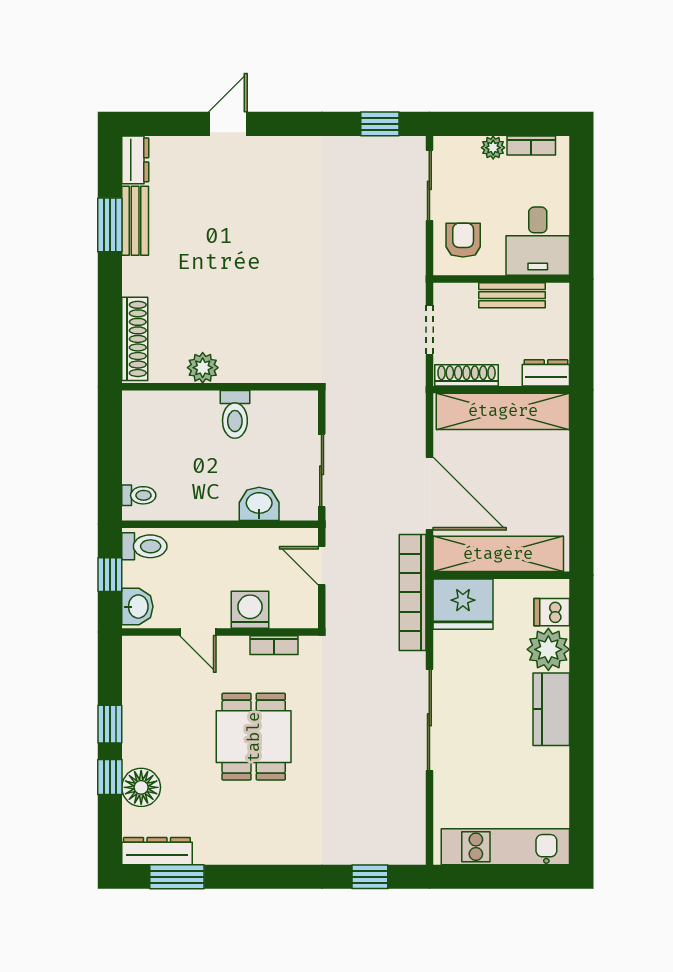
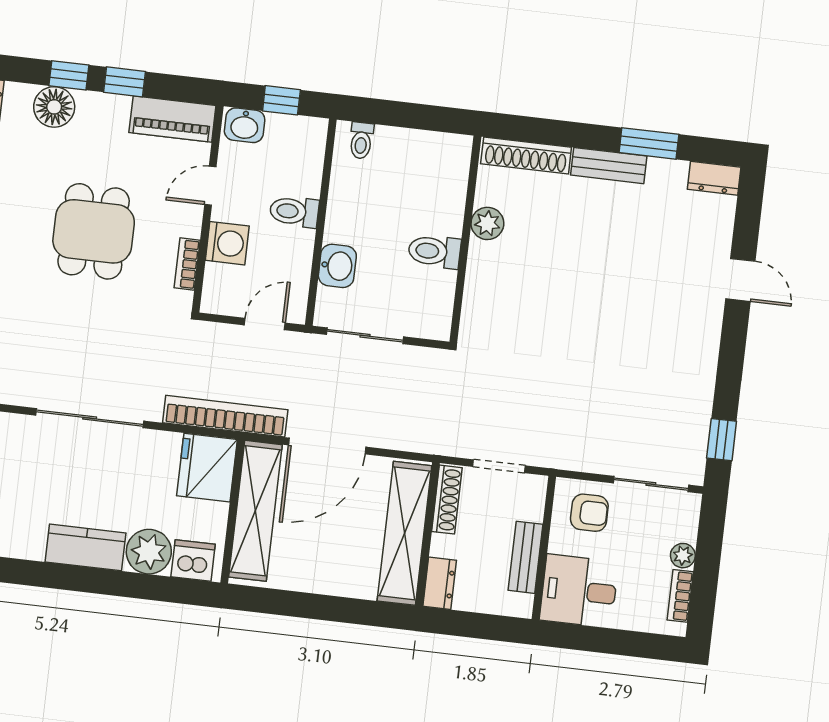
bench: (135, 221) -> (609, 166), moved
toilet: (144, 546) -> (294, 212), moved, turned 90
dishwasher: (552, 612) -> (193, 561), width x1.38
piano: (139, 675) -> (172, 119), added
dining table: (254, 737) -> (94, 231), turned 90

